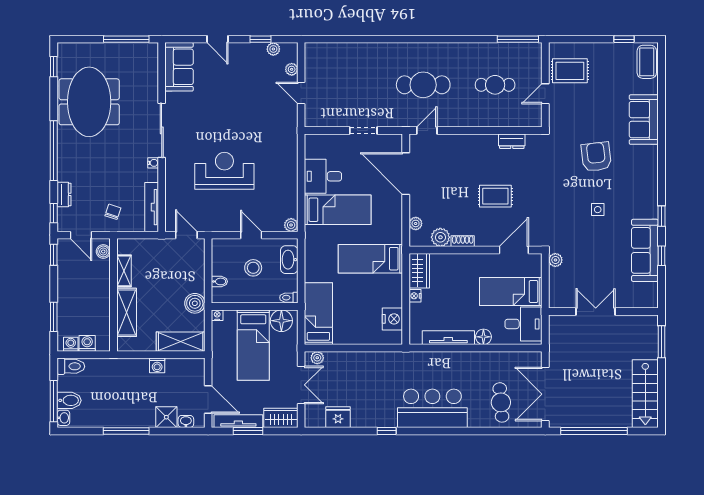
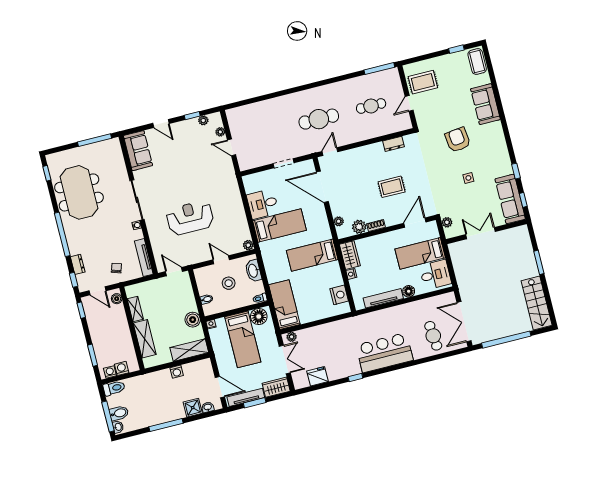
double door: (596, 311) -> (481, 233), moved
wall: (603, 311) -> (486, 232), moved

